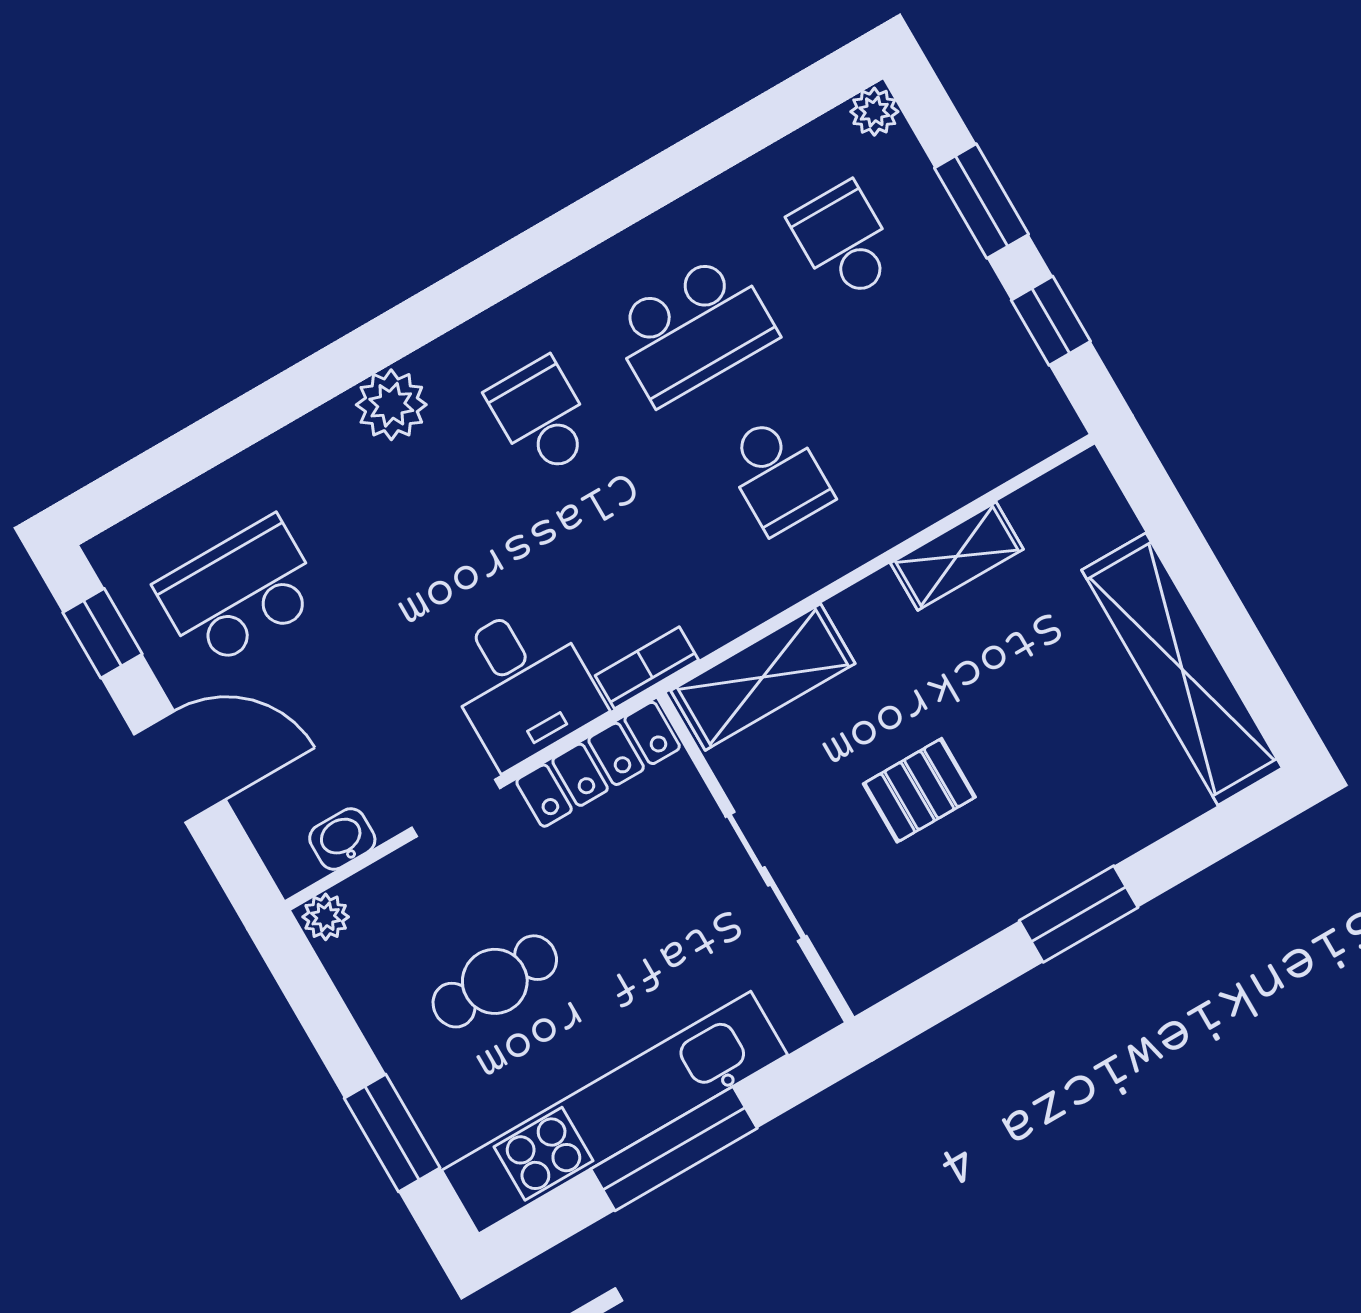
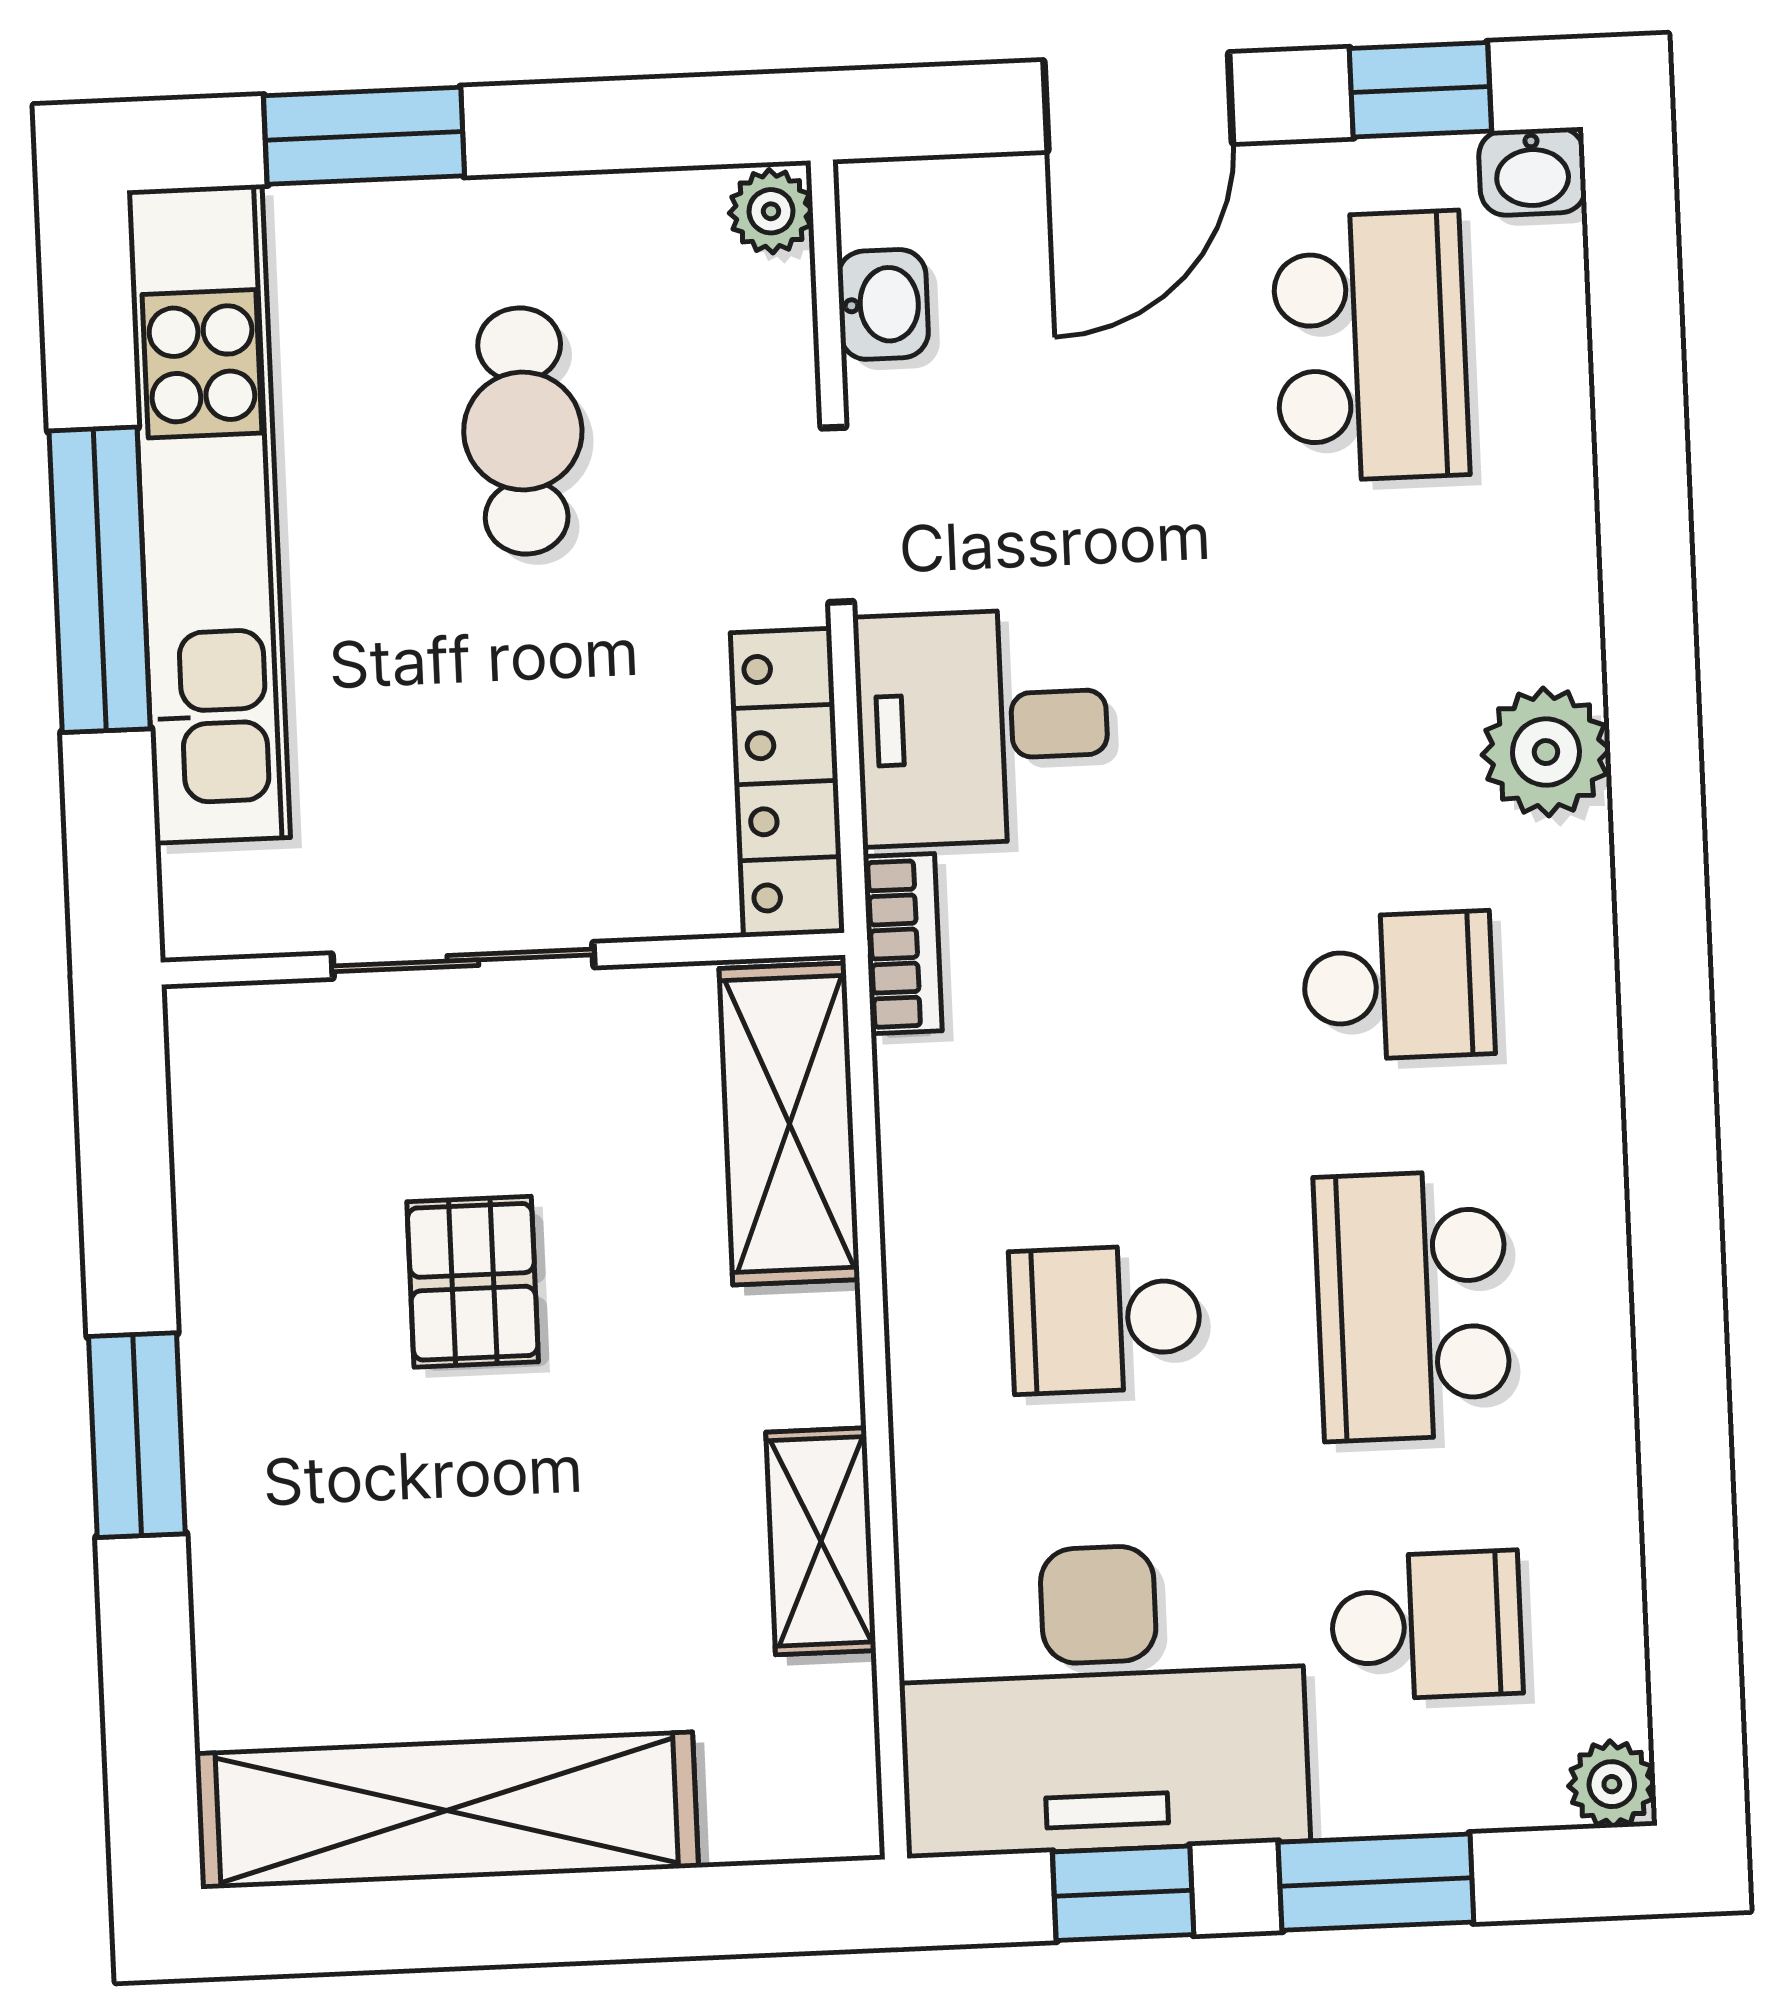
desk: (962, 380) -> (1102, 1698), added
washbasin: (114, 558) -> (1532, 172), added

